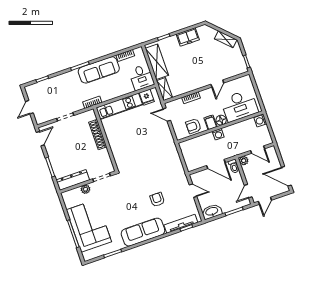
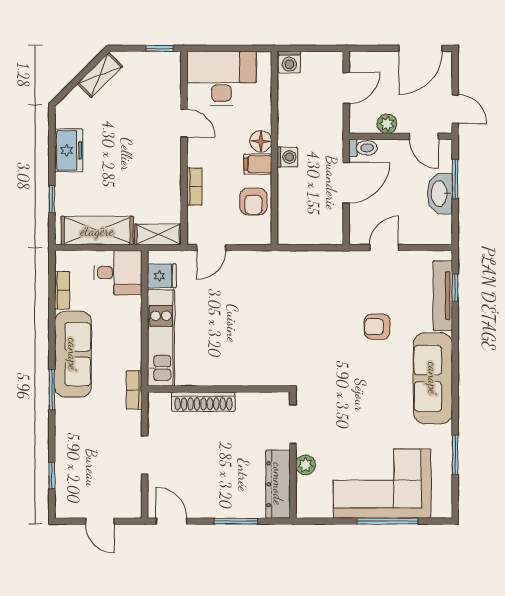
desk: (239, 106) -> (221, 78), moved, turned -90
plant: (244, 161) -> (387, 124), moved
washbasin: (212, 212) -> (440, 193), moved

